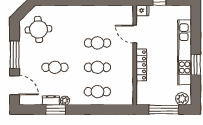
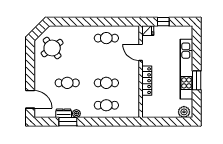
round table: (38, 29) -> (52, 48), turned -32
cafe table: (97, 43) -> (106, 38), moved
window: (15, 55) -> (30, 71), removed
window: (164, 110) -> (167, 122), removed

